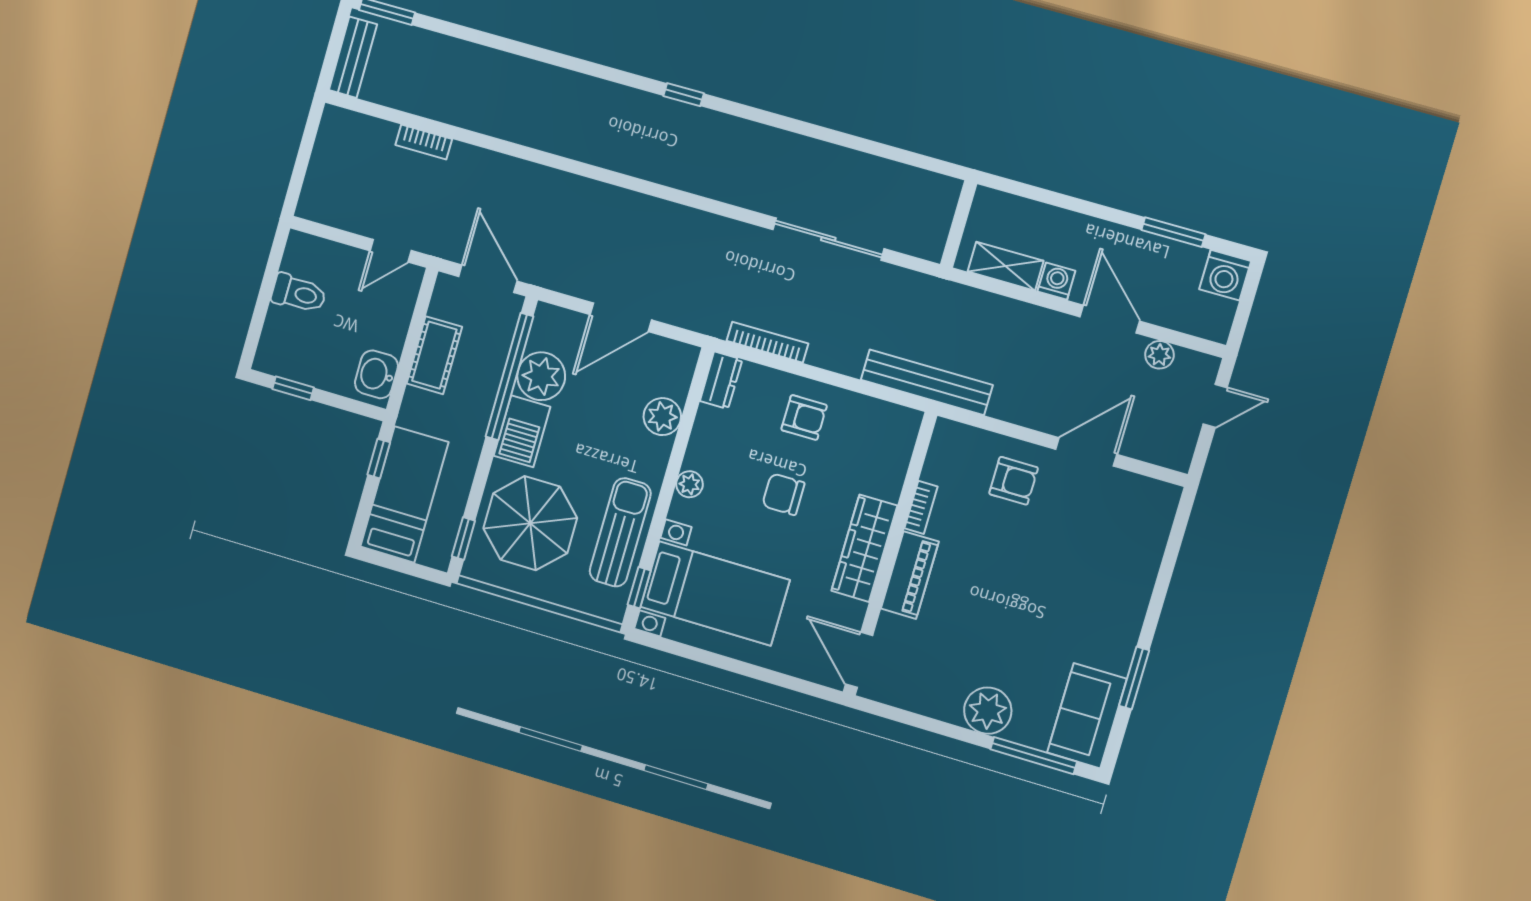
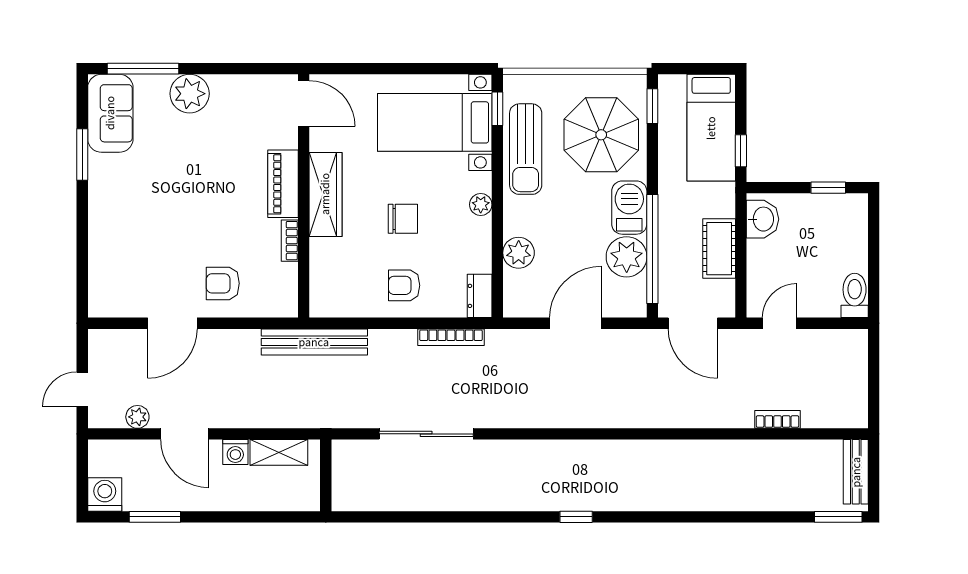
toilet: (299, 293) -> (855, 295), moved, turned 90

